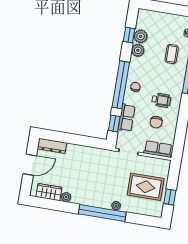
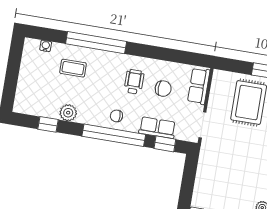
plant: (141, 36) -> (50, 109), removed

